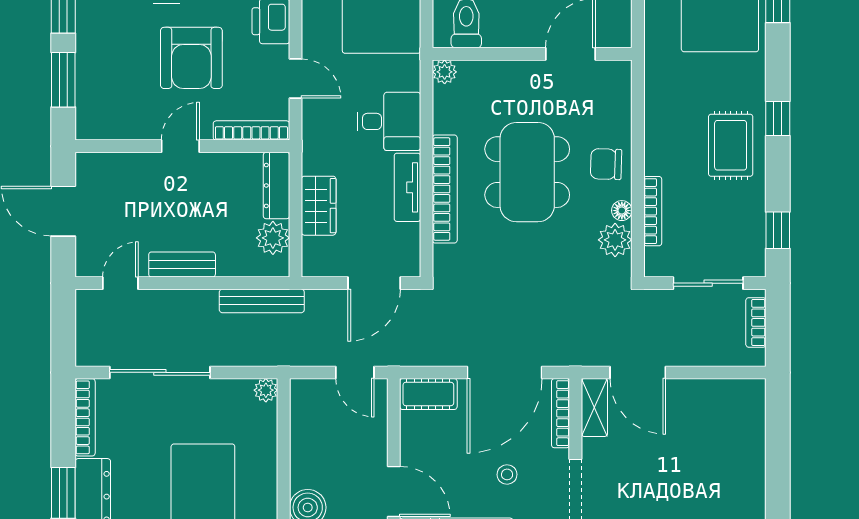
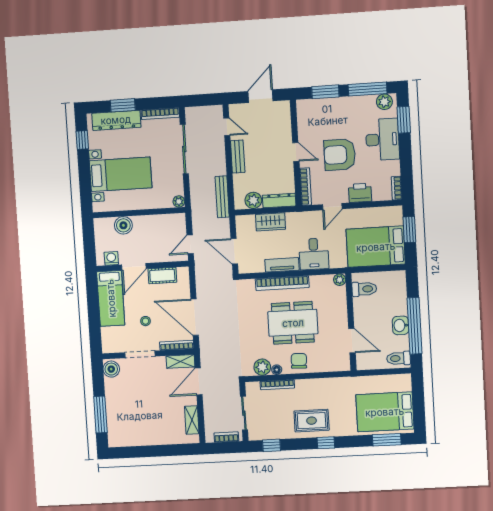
shelving: (717, 392) -> (192, 420), added
cot: (428, 394) -> (162, 276), moved, turned 90

